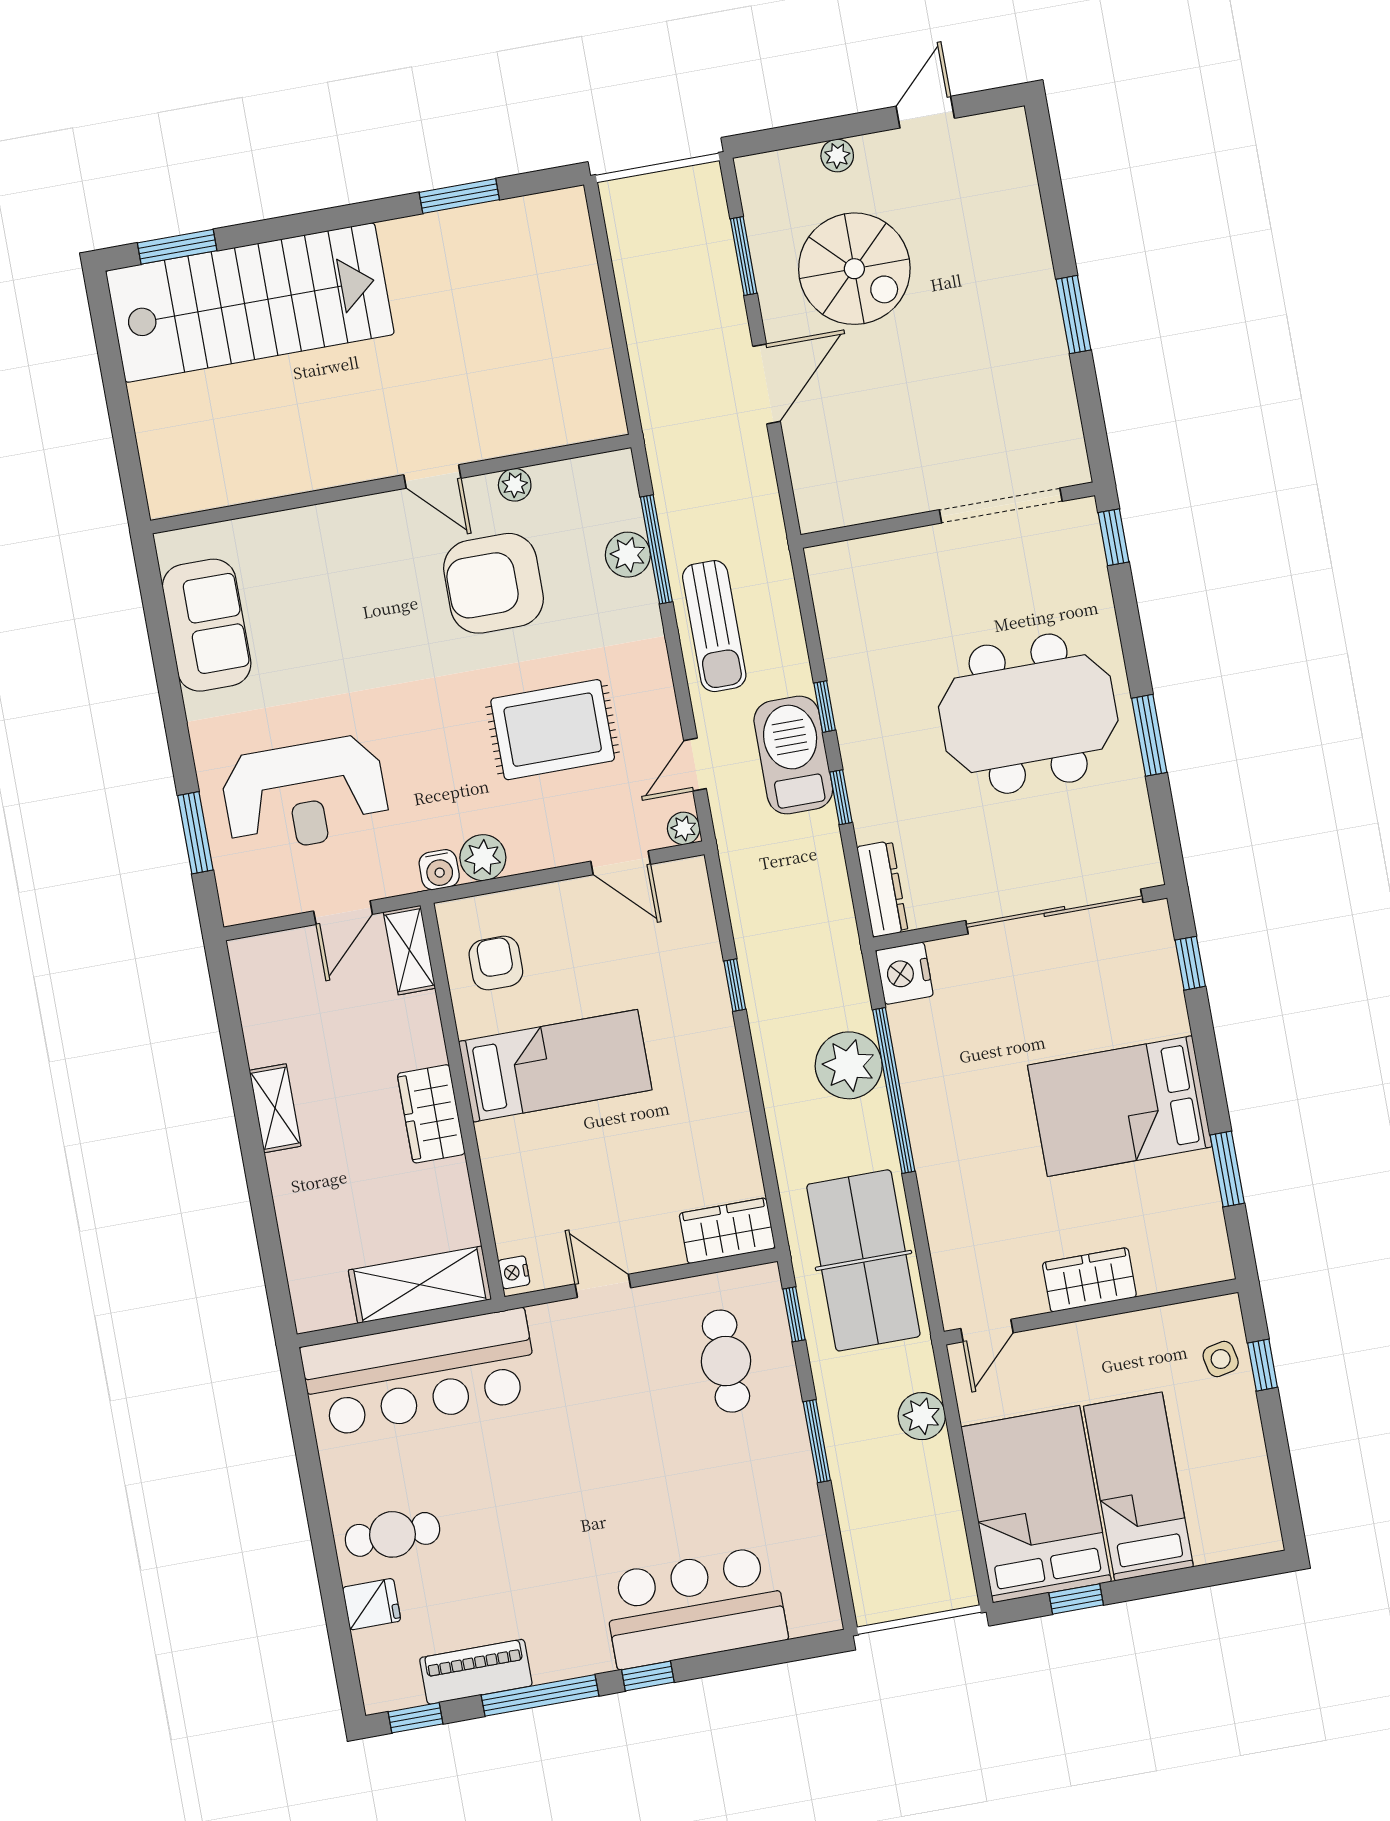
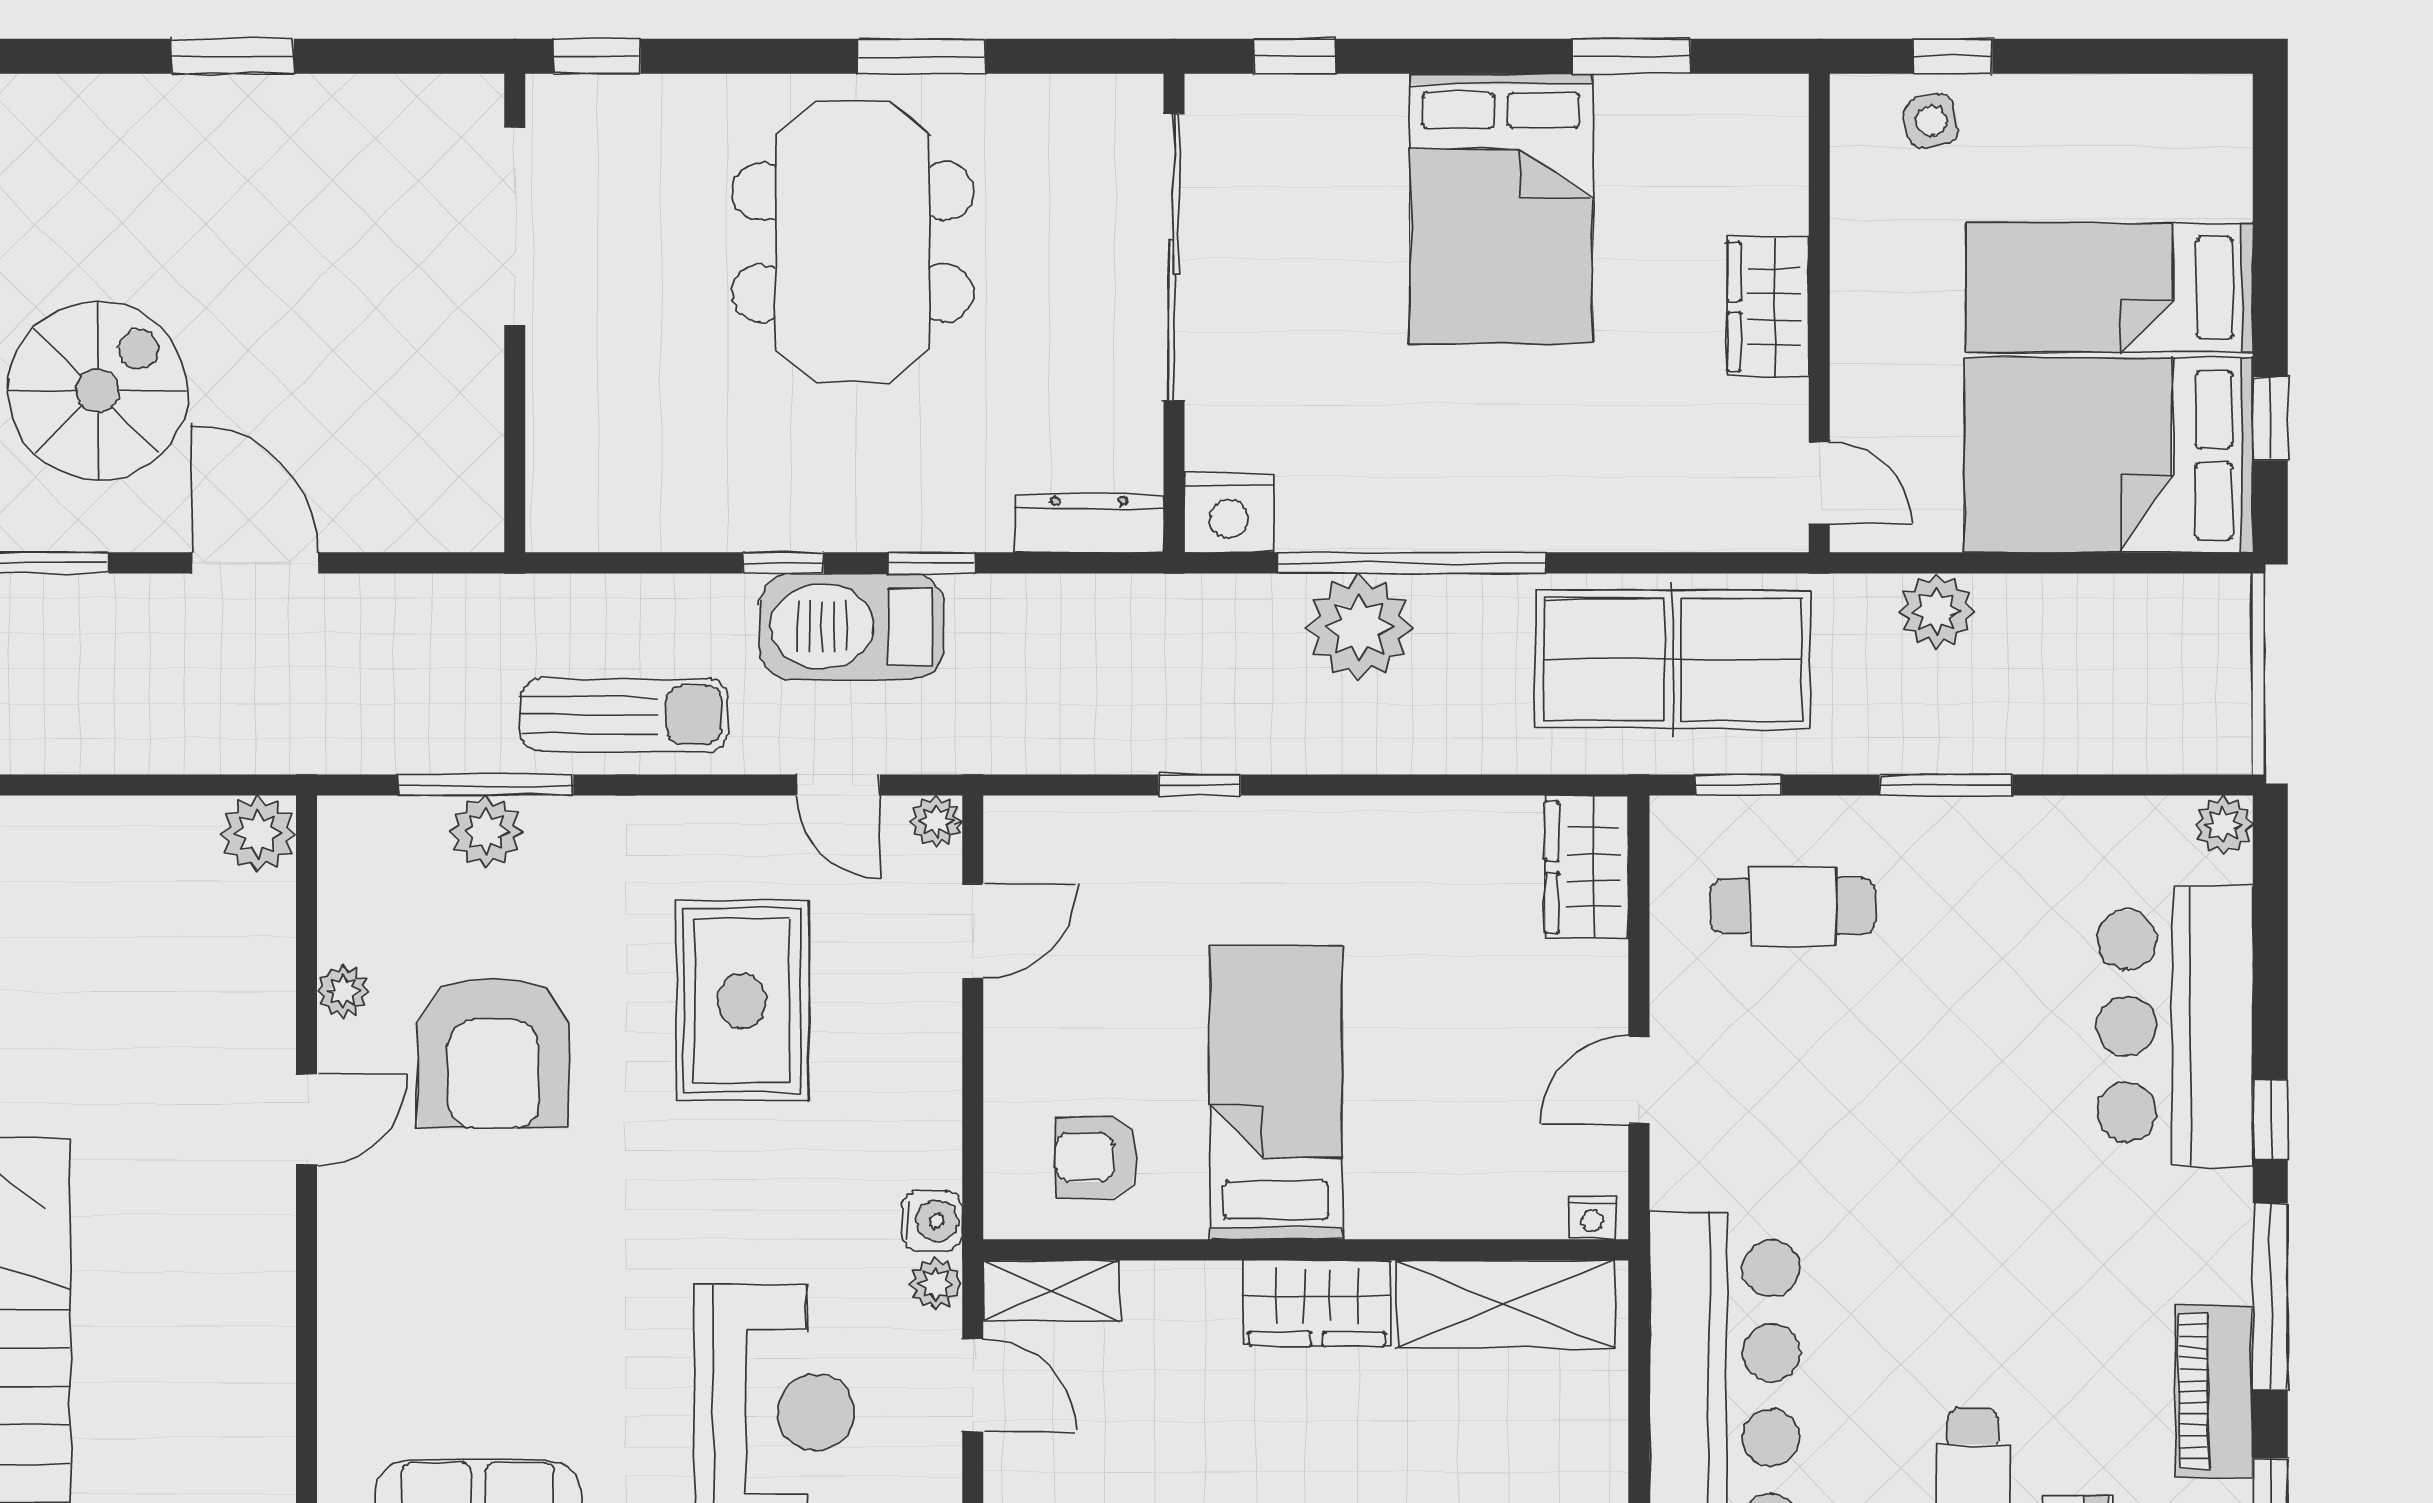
plant: (601, 415) -> (258, 834), added
plant: (483, 858) -> (935, 1284), moved, width x0.73, depth x0.73
shelving: (420, 1285) -> (1506, 1304), moved, turned 90
plant: (823, 1615) -> (2223, 825), added

